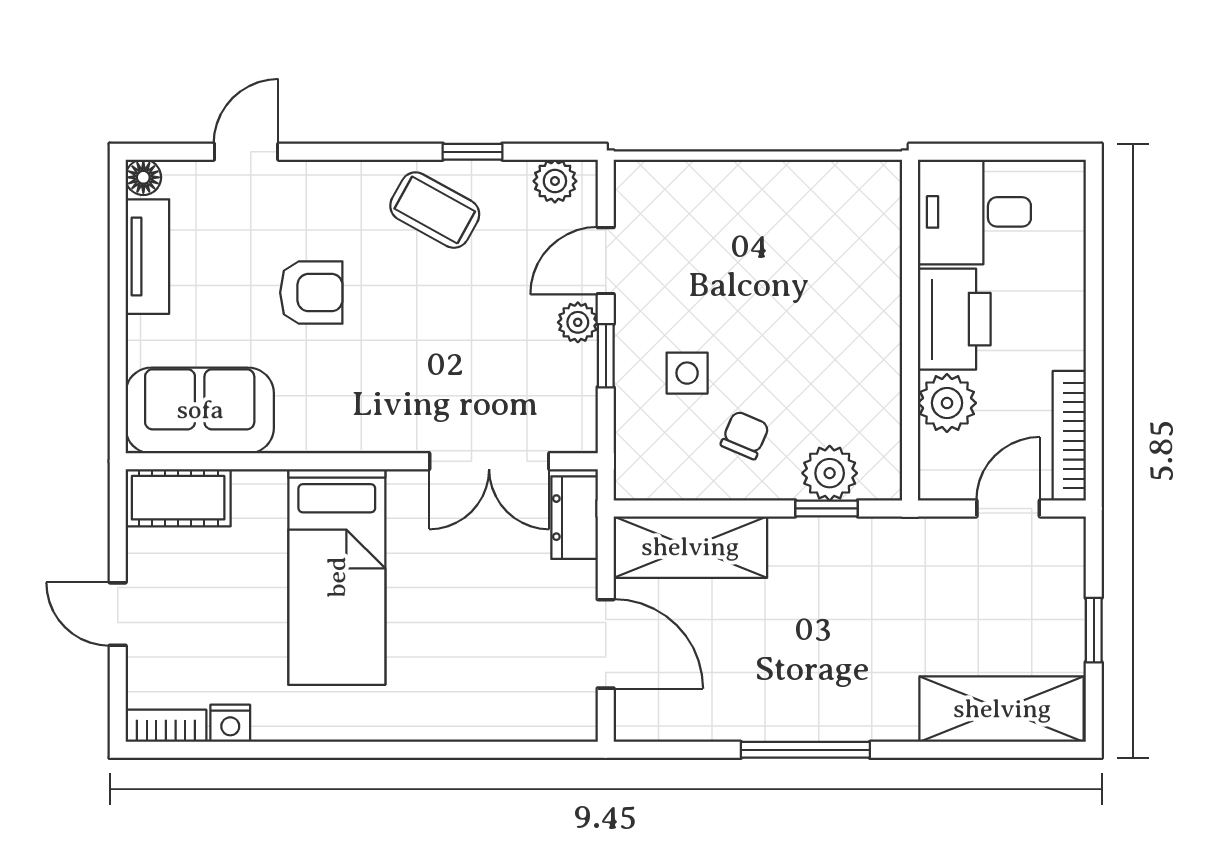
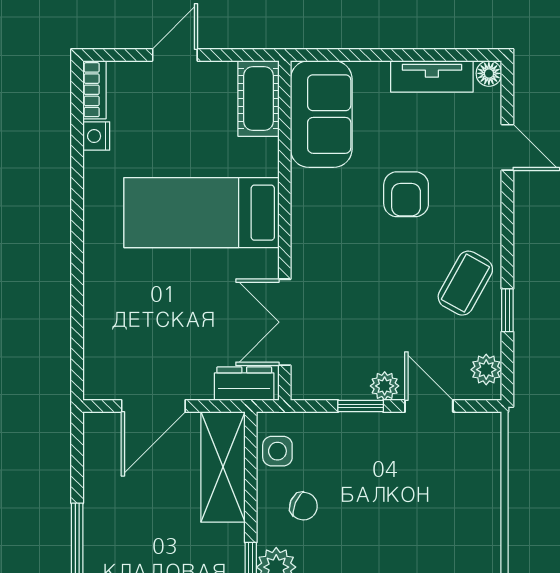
side table: (687, 373) -> (277, 451), moved

